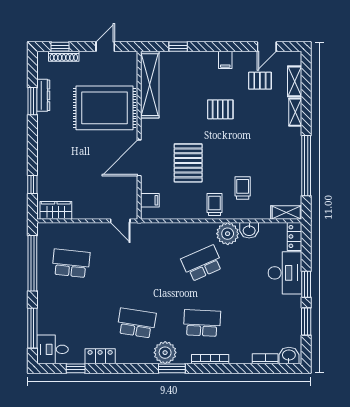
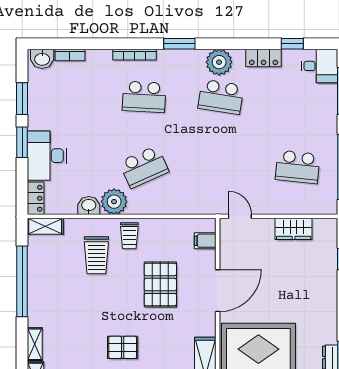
trolley: (243, 188) -> (96, 255), width x1.36, depth x1.39
wardrobe: (56, 210) -> (294, 229), moved
plant: (165, 353) -> (219, 62), moved

